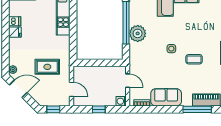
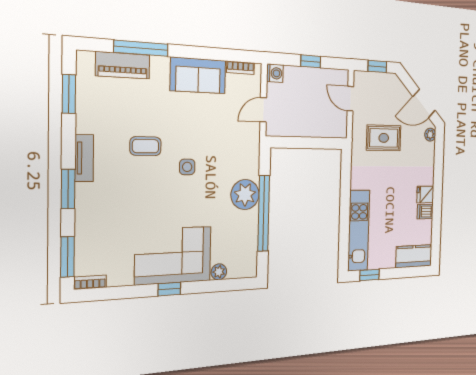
door: (128, 81) -> (263, 110), hinge flipped

